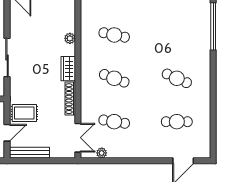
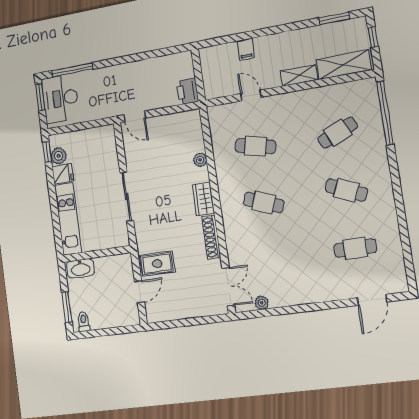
cafe table: (114, 122) -> (338, 133), moved, turned -33
bench: (30, 153) -> (170, 314), removed

